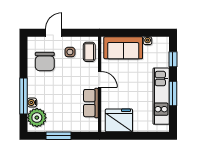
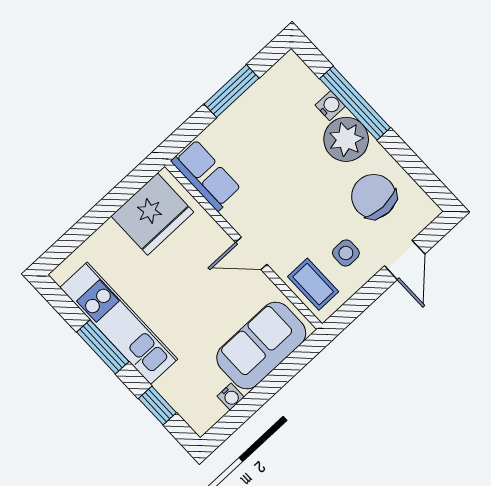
row of seats: (91, 103) -> (206, 175), moved
plant: (37, 118) -> (346, 139), moved

